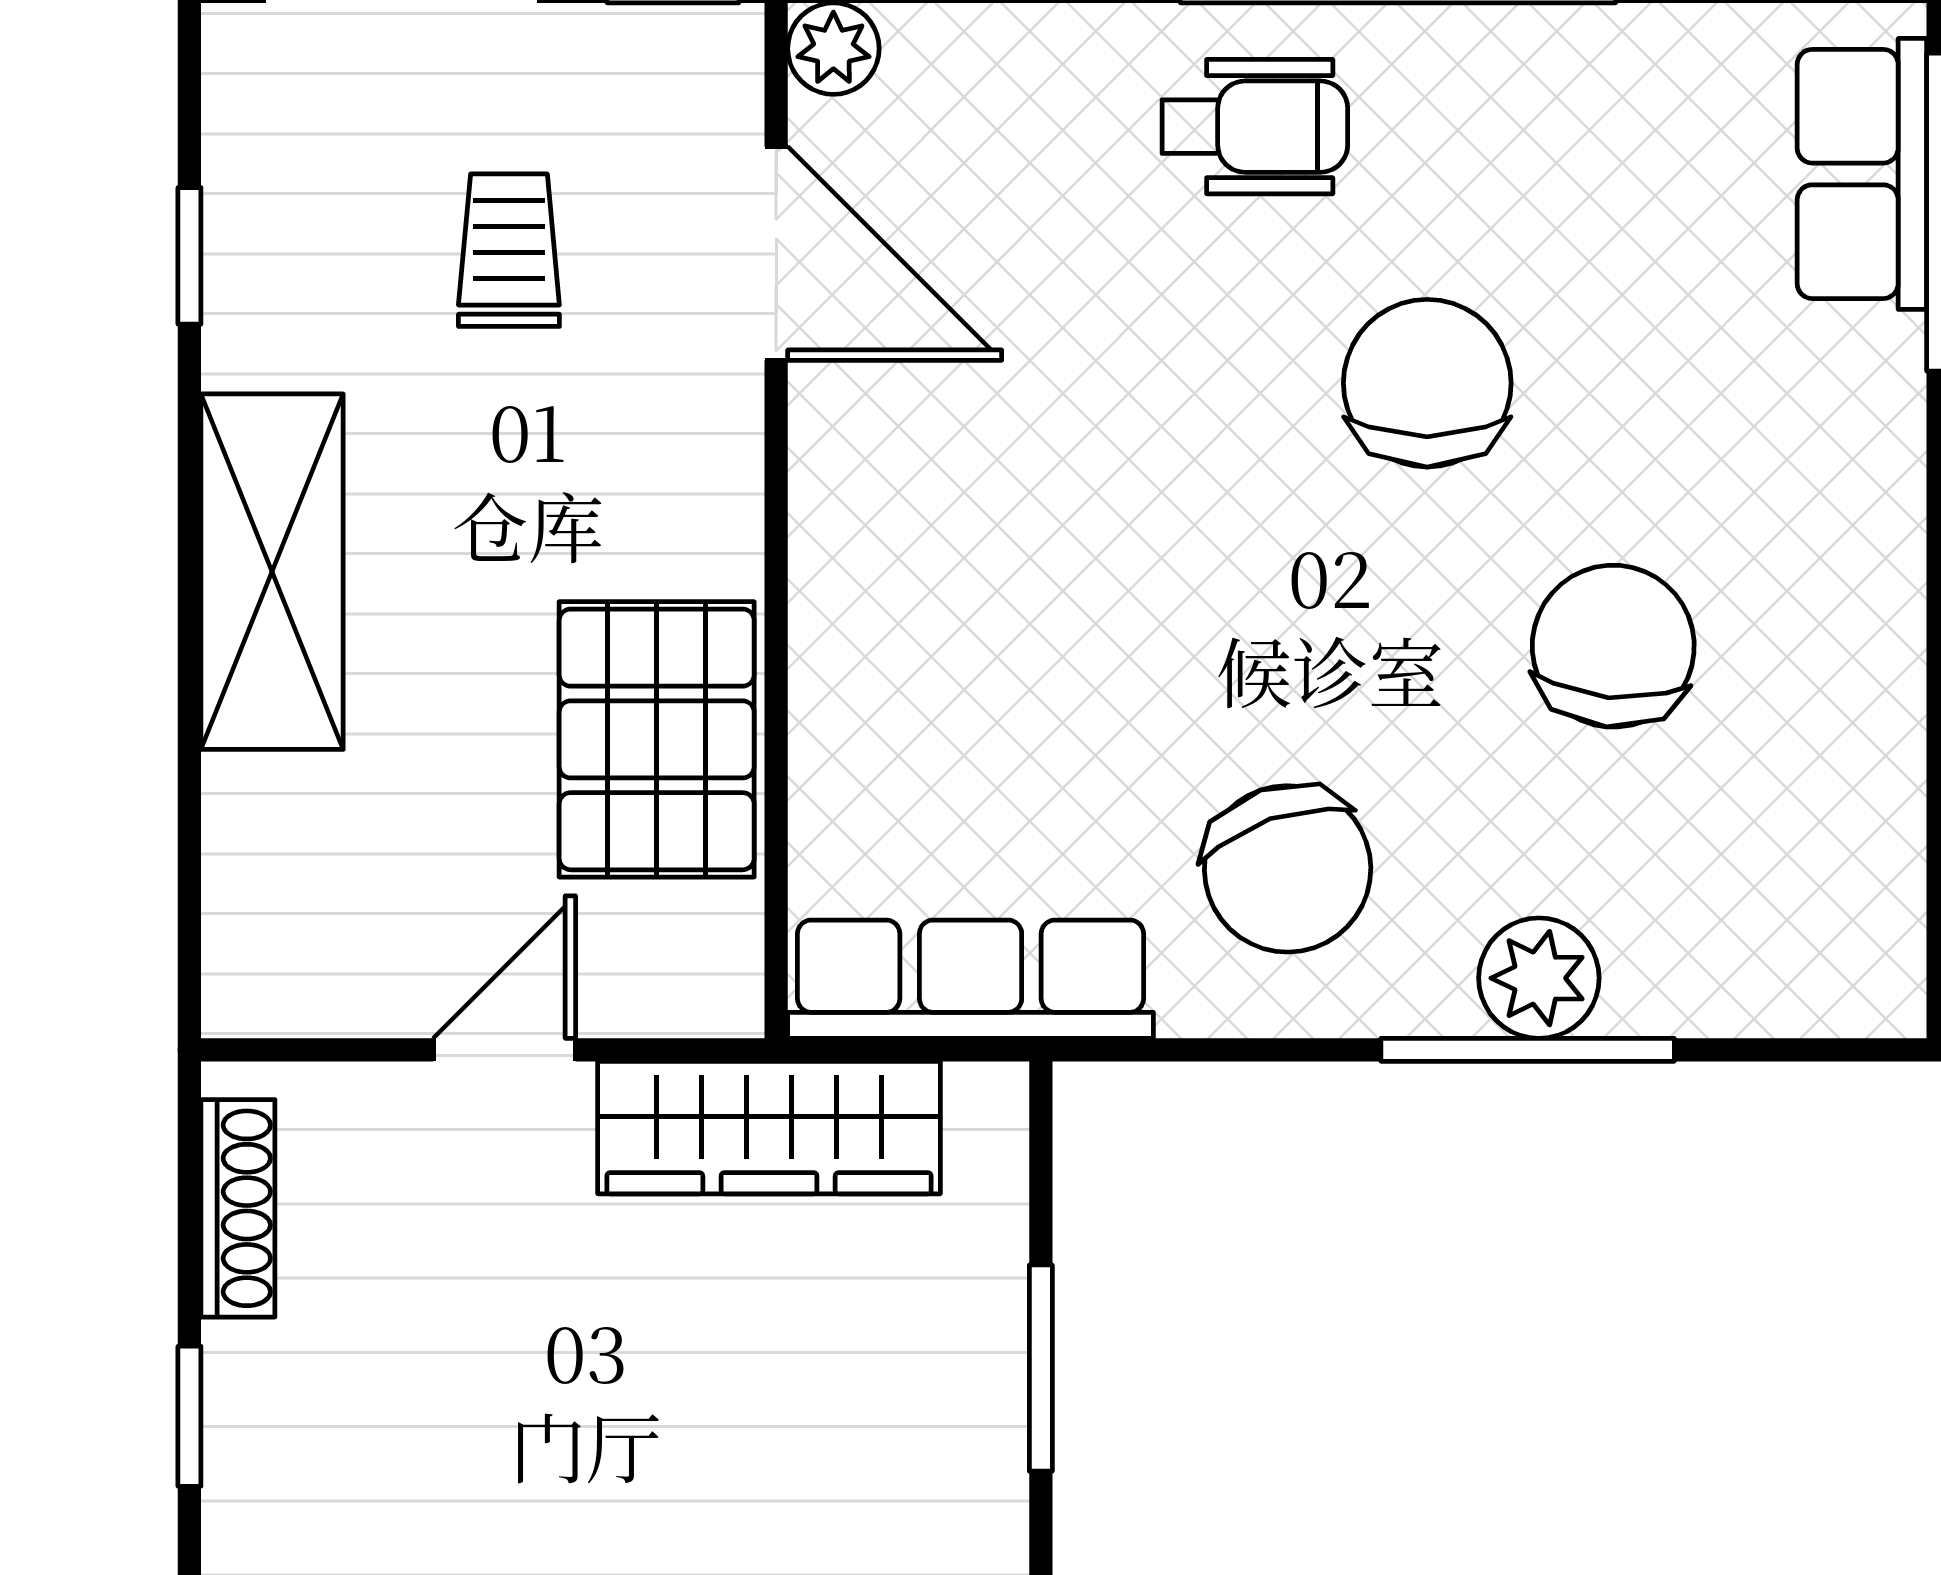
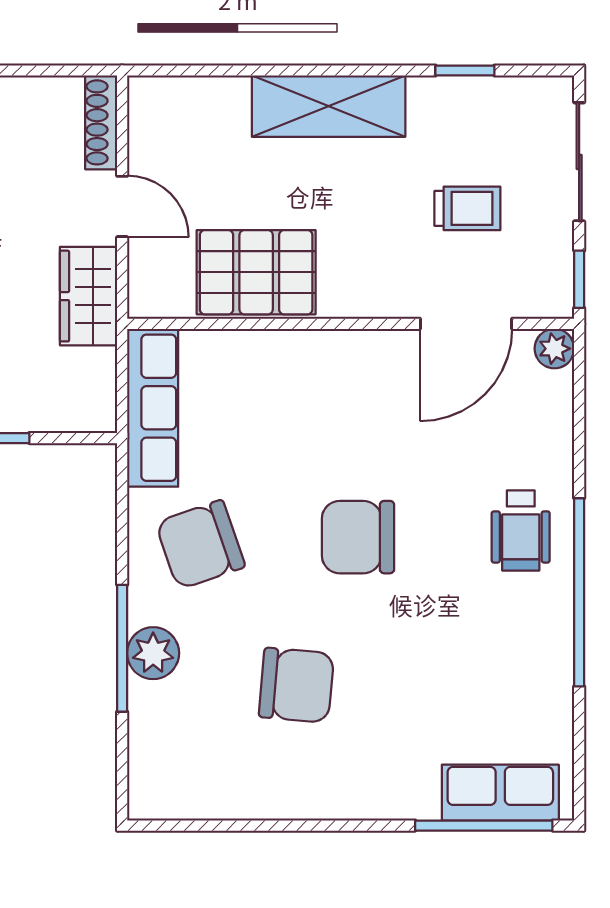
chair: (1427, 383) -> (358, 537), moved, turned 180
wardrobe: (769, 1128) -> (89, 296), width x0.67
shoe rack: (238, 1208) -> (101, 122), moved, turned 90

